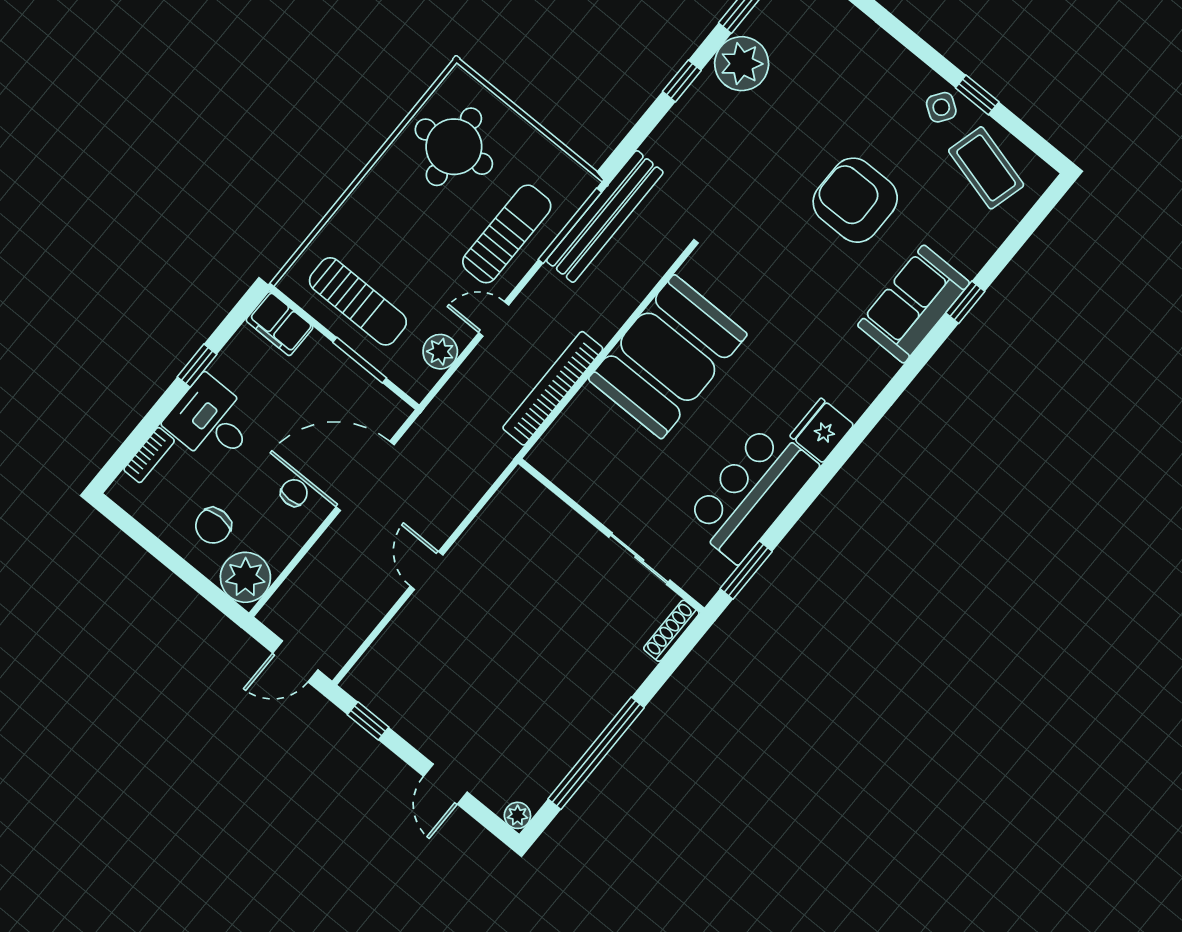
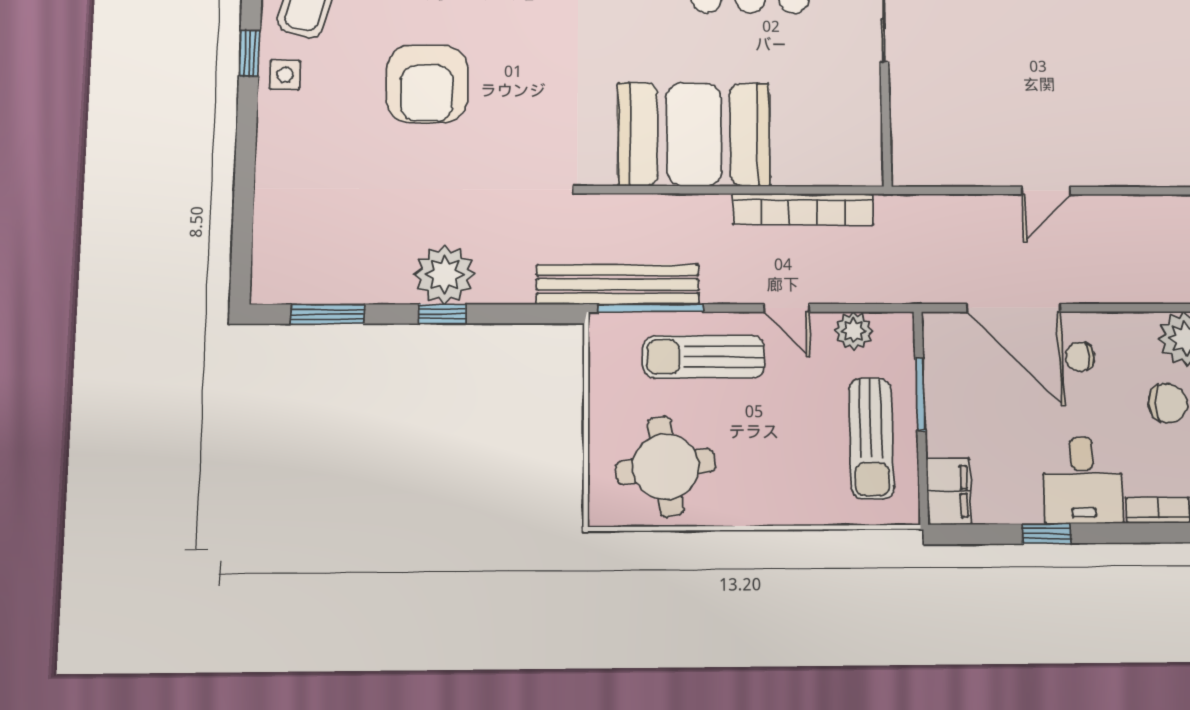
plant: (742, 64) -> (445, 274), moved
side table: (941, 107) -> (285, 75), turned -35
sun lounger: (358, 301) -> (871, 438), turned 180

